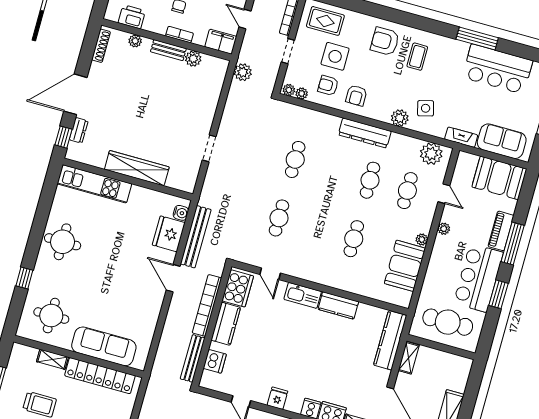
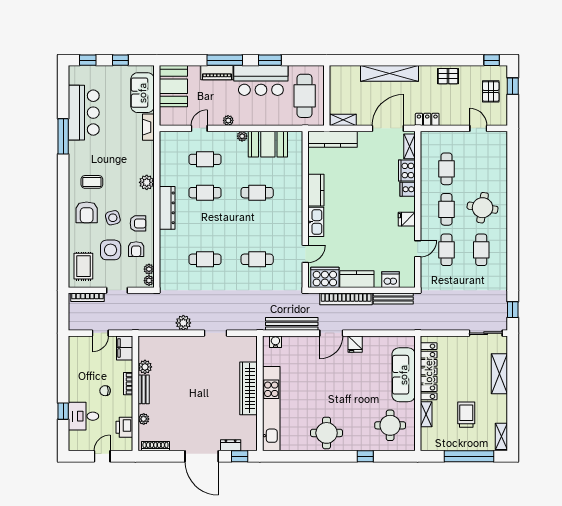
plant: (243, 72) -> (183, 323), moved
side table: (426, 108) -> (113, 218), moved
plant: (431, 154) -> (169, 148), removed
kitchen unit: (94, 184) -> (271, 409), width x1.36
fridge: (169, 234) -> (355, 344), moved, width x0.53, depth x0.75

